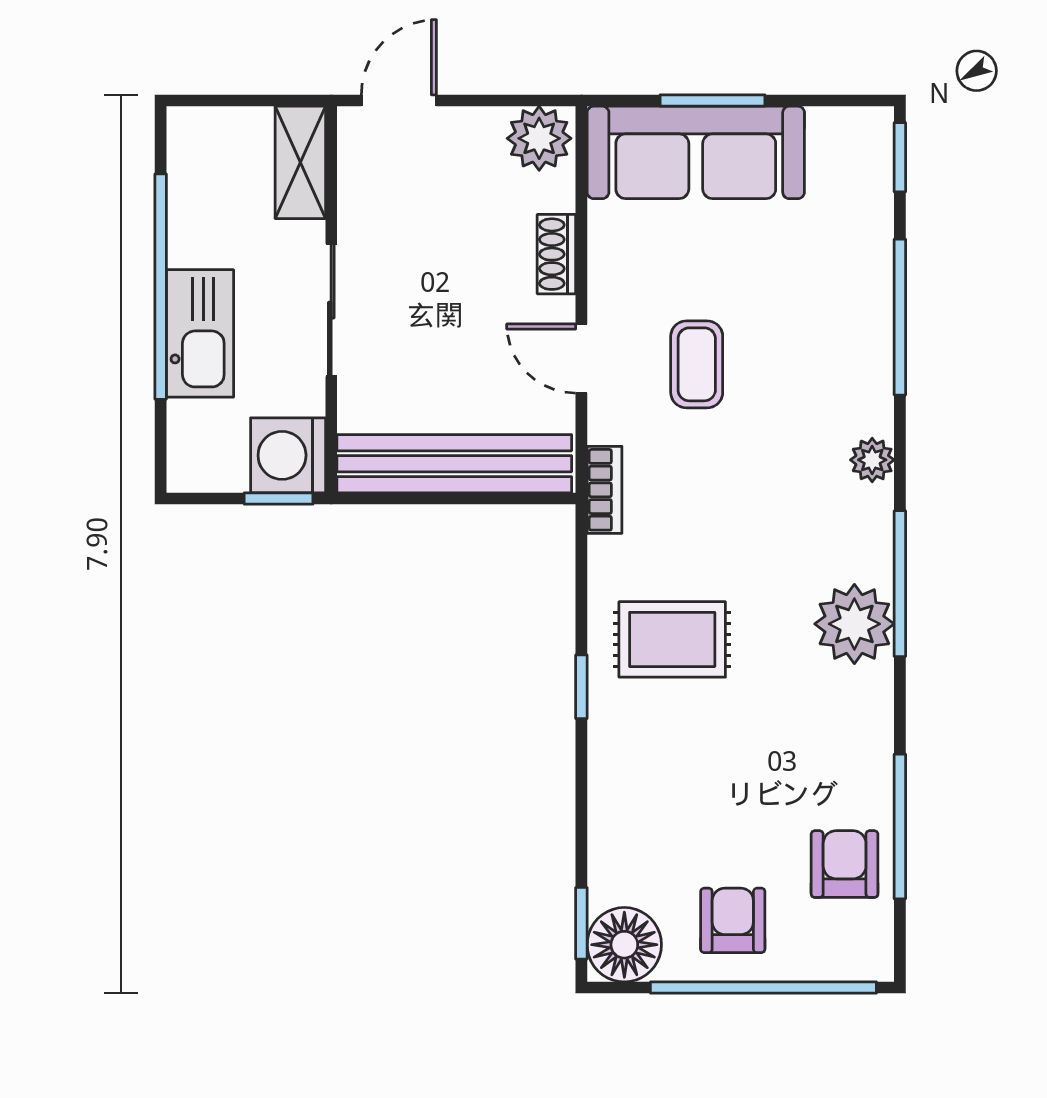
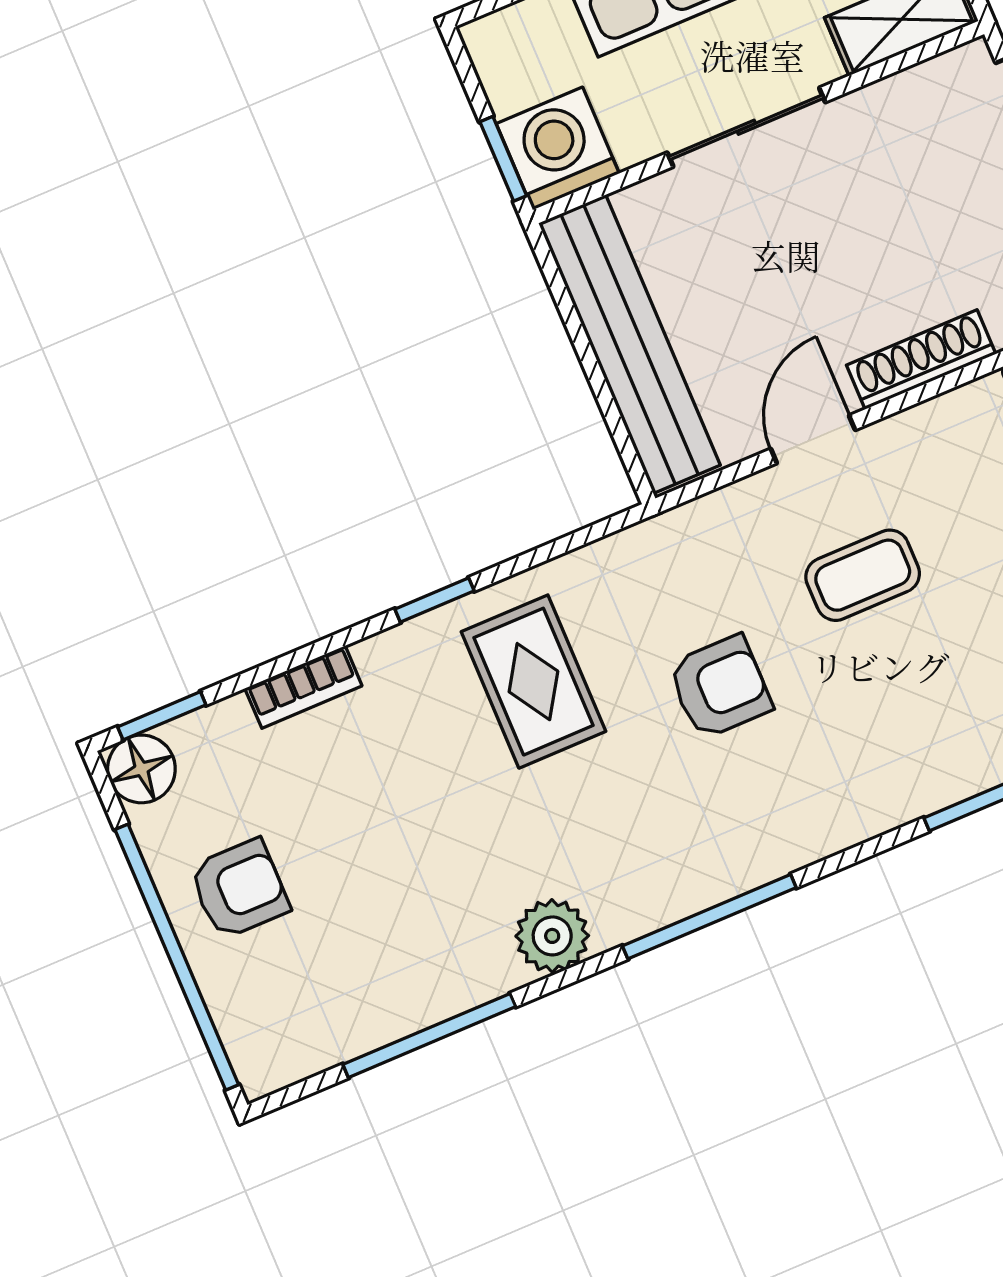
shoe rack: (556, 254) -> (921, 359), width x1.43
plant: (872, 460) -> (838, 824), removed
bookcase: (604, 490) -> (303, 687), moved
plant: (854, 624) -> (552, 936), moved, width x0.73, depth x0.73
armchair: (845, 864) -> (720, 687), moved
floor lamp: (624, 945) -> (141, 769), width x0.73, depth x0.73

